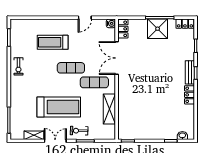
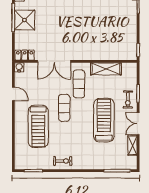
treadmill: (53, 42) -> (38, 126), width x1.37, depth x1.38

